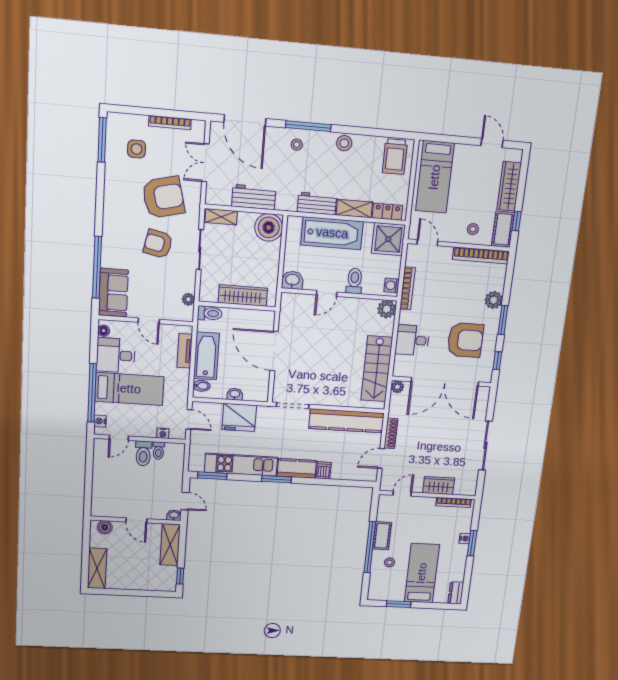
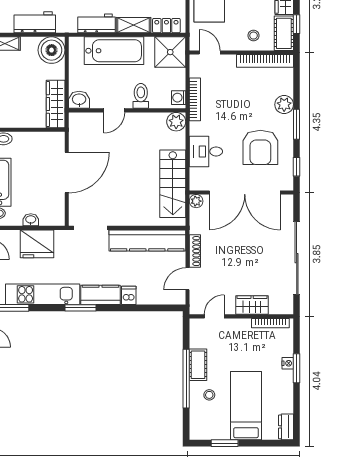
wardrobe: (243, 295) -> (56, 104), moved, turned -90
armchair: (465, 340) -> (260, 147), turned 90
door: (274, 351) -> (67, 173), swing flipped
sliding door: (486, 446) -> (297, 258), width x1.36

